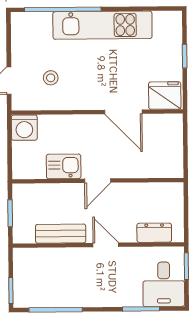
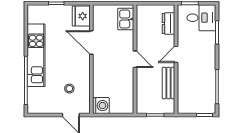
door: (123, 112) -> (91, 42), swing flipped
kitchen sink: (64, 166) -> (126, 19), moved

